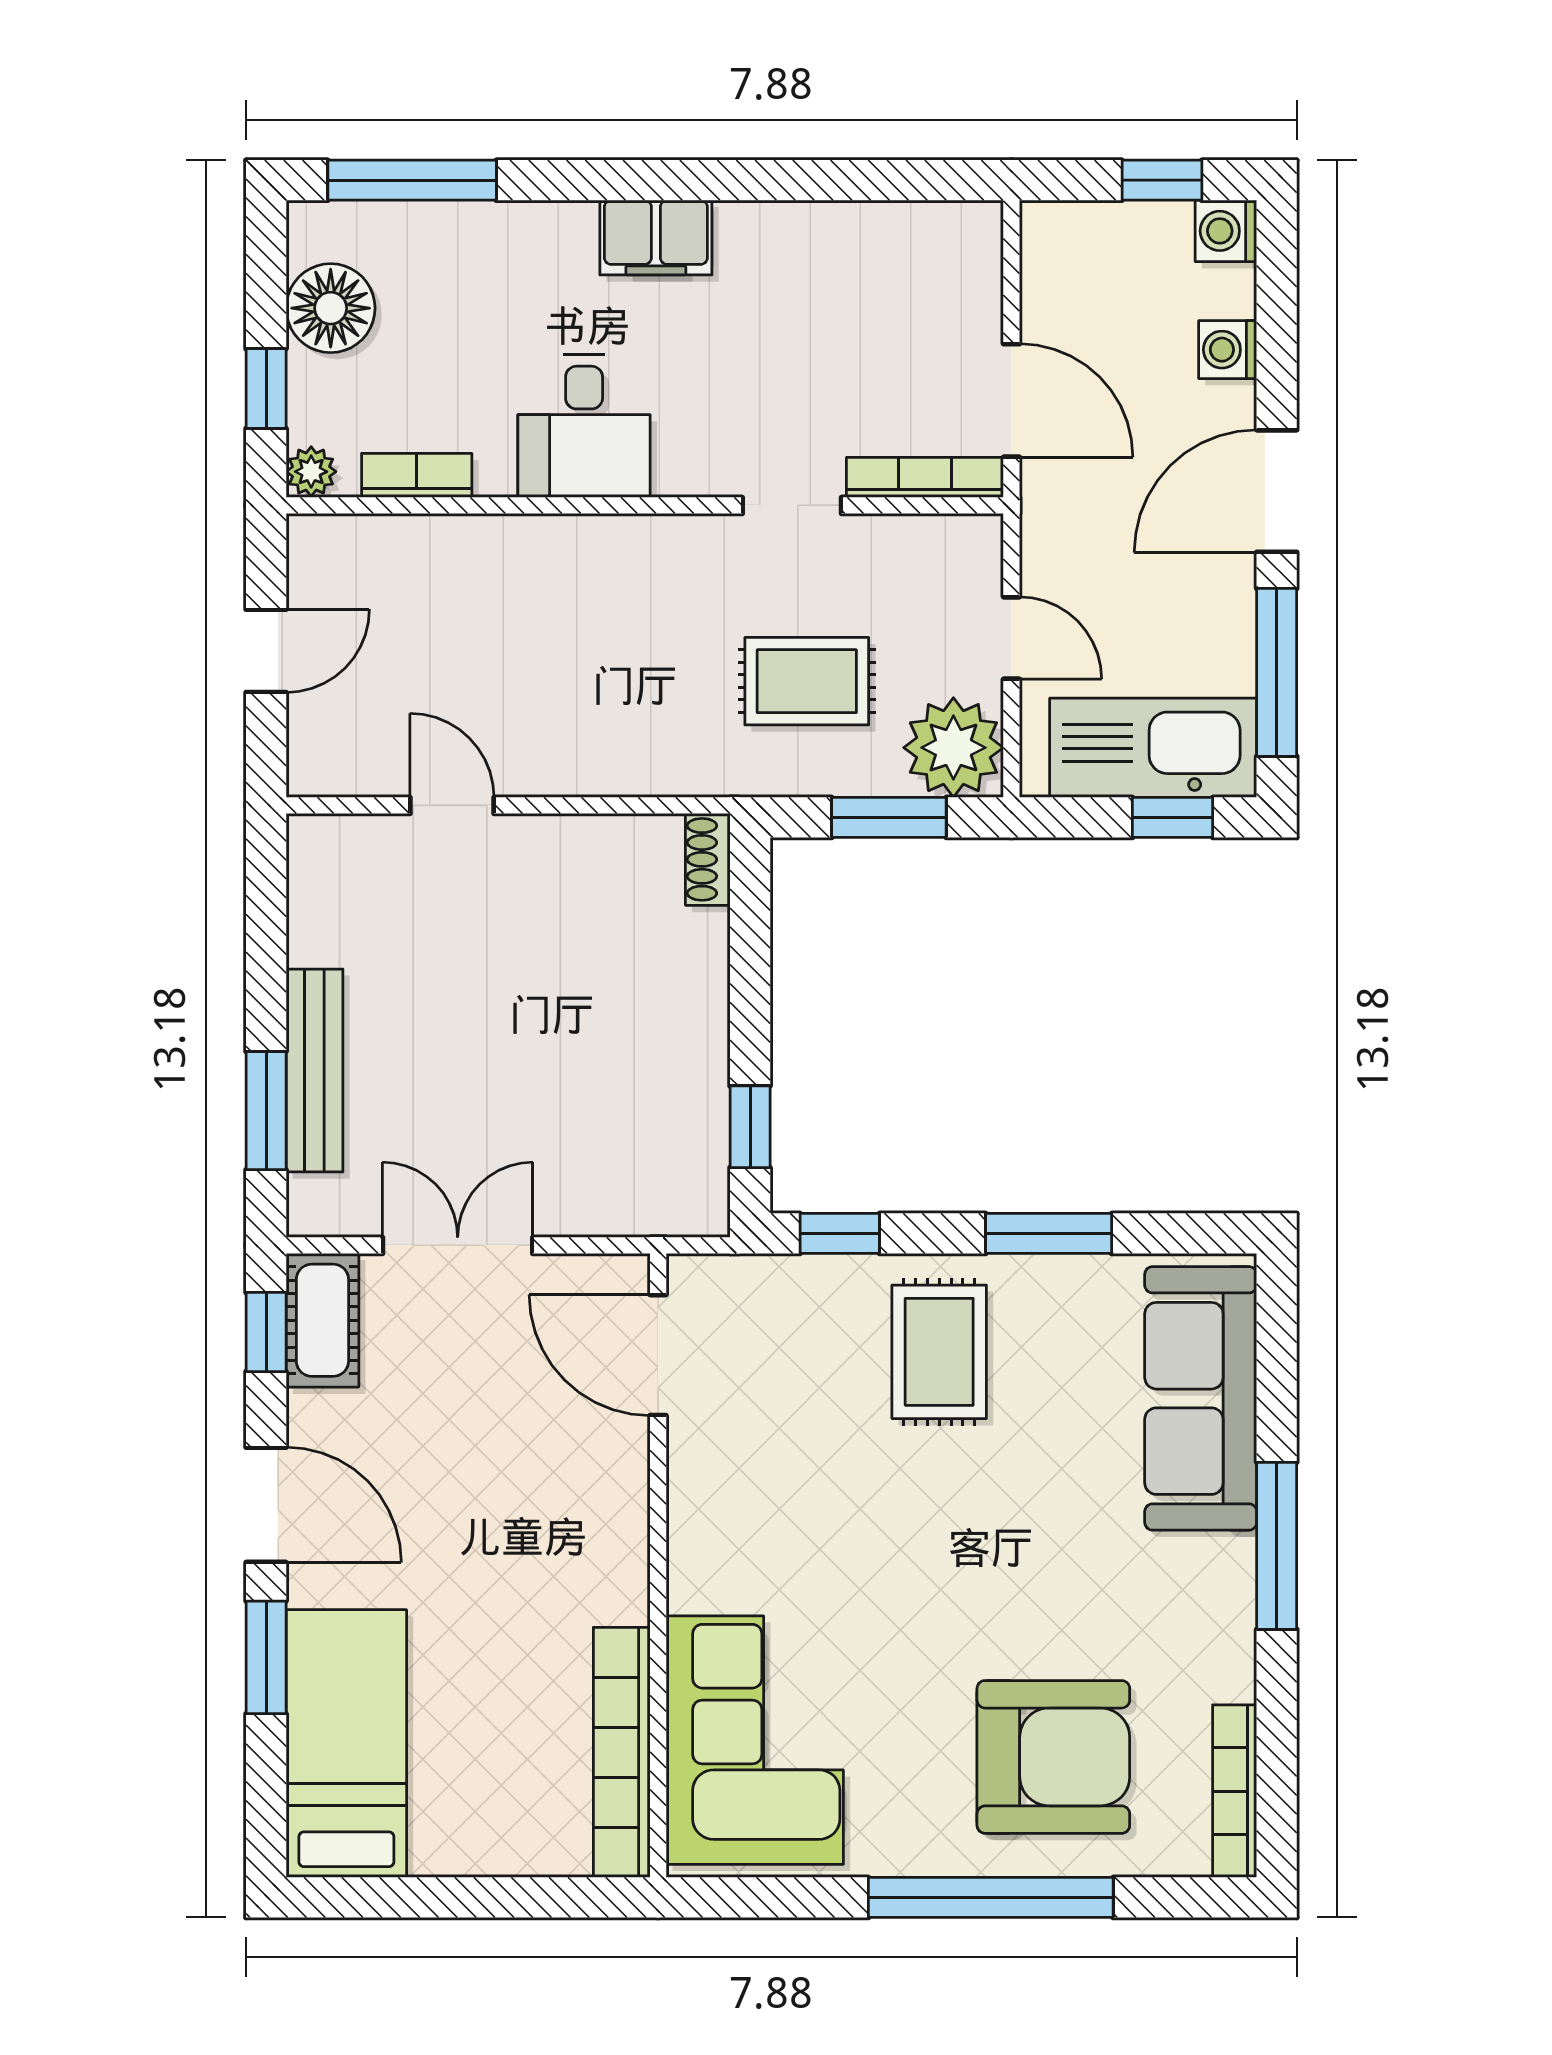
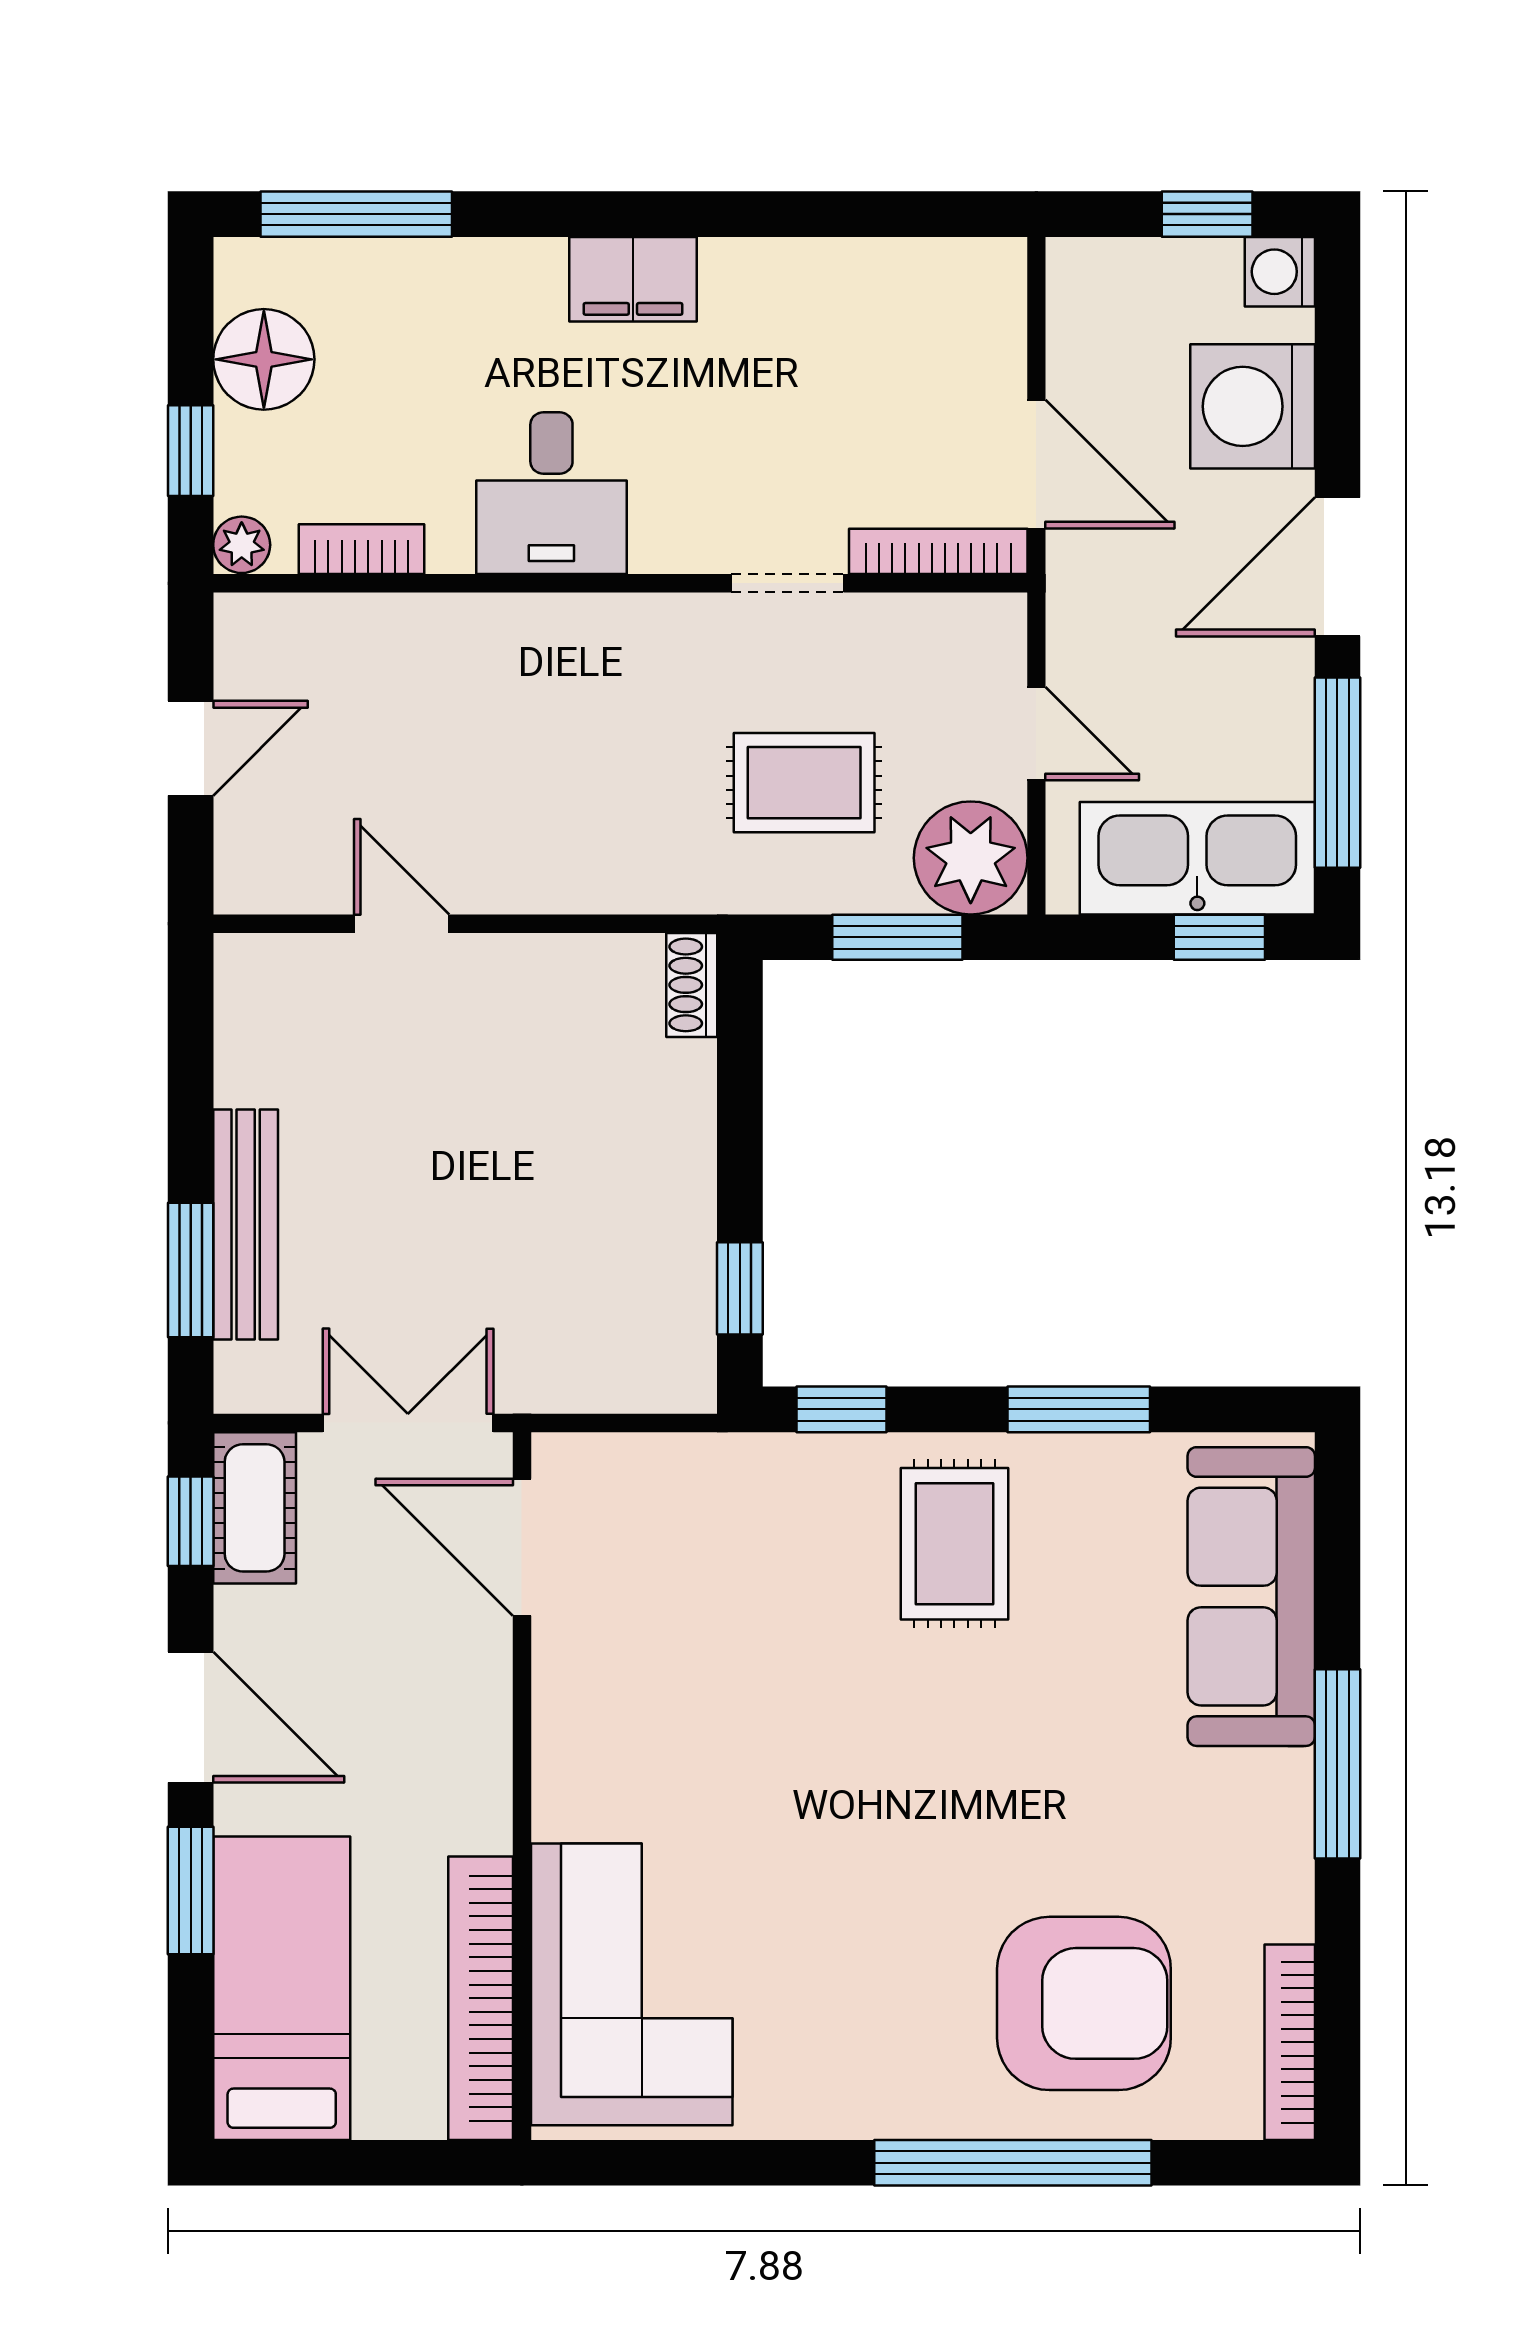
washing machine: (1228, 350) -> (1253, 406), width x1.89, depth x1.89
door: (658, 1355) -> (522, 1547), moved
wall: (658, 1565) -> (522, 1786), moved
corner sofa: (755, 1740) -> (632, 1984), moved
bookcase: (622, 1752) -> (481, 1998), moved

